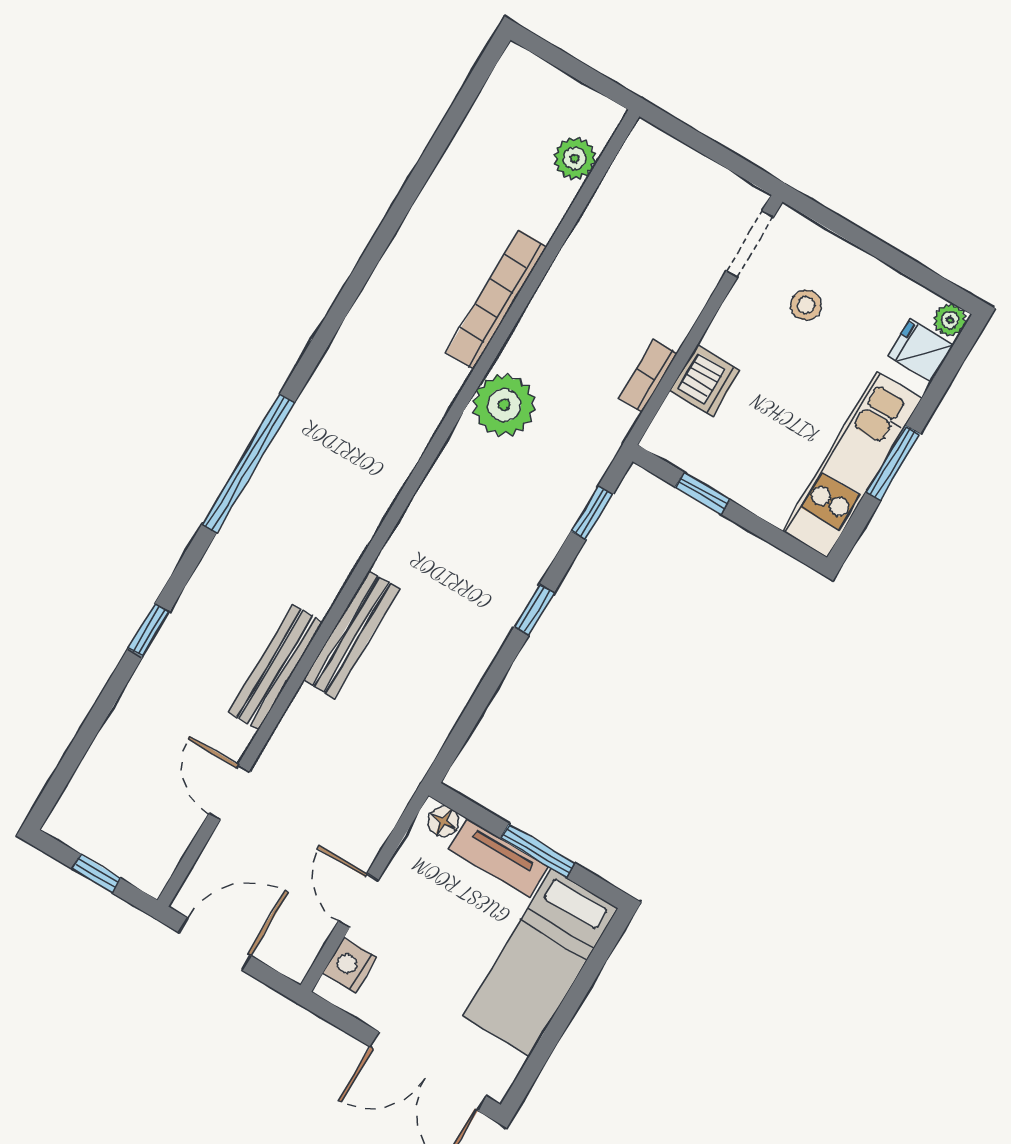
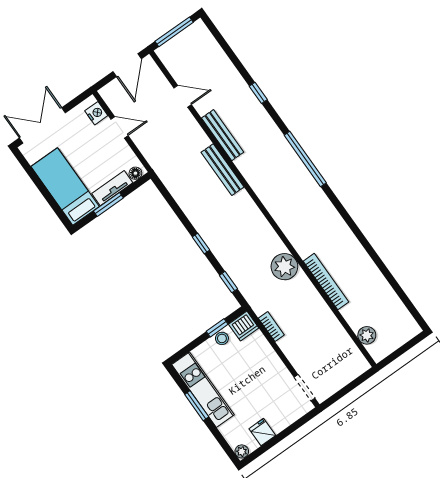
stool: (806, 305) -> (222, 338), moved
fridge: (921, 350) -> (262, 432), moved, turned -90
dishwasher: (705, 381) -> (244, 326), moved, turned -90
window: (96, 873) -> (174, 32), width x2.17

